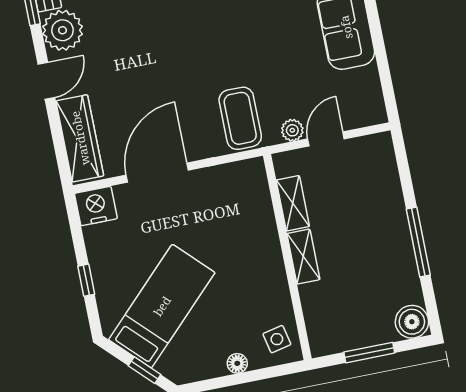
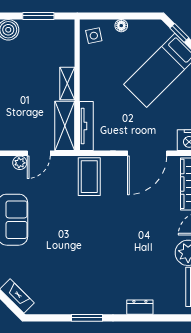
plant: (292, 130) -> (20, 163), moved
tv unit: (260, 196) -> (86, 126), added
shelving: (293, 203) -> (65, 126), width x1.50, depth x1.33

